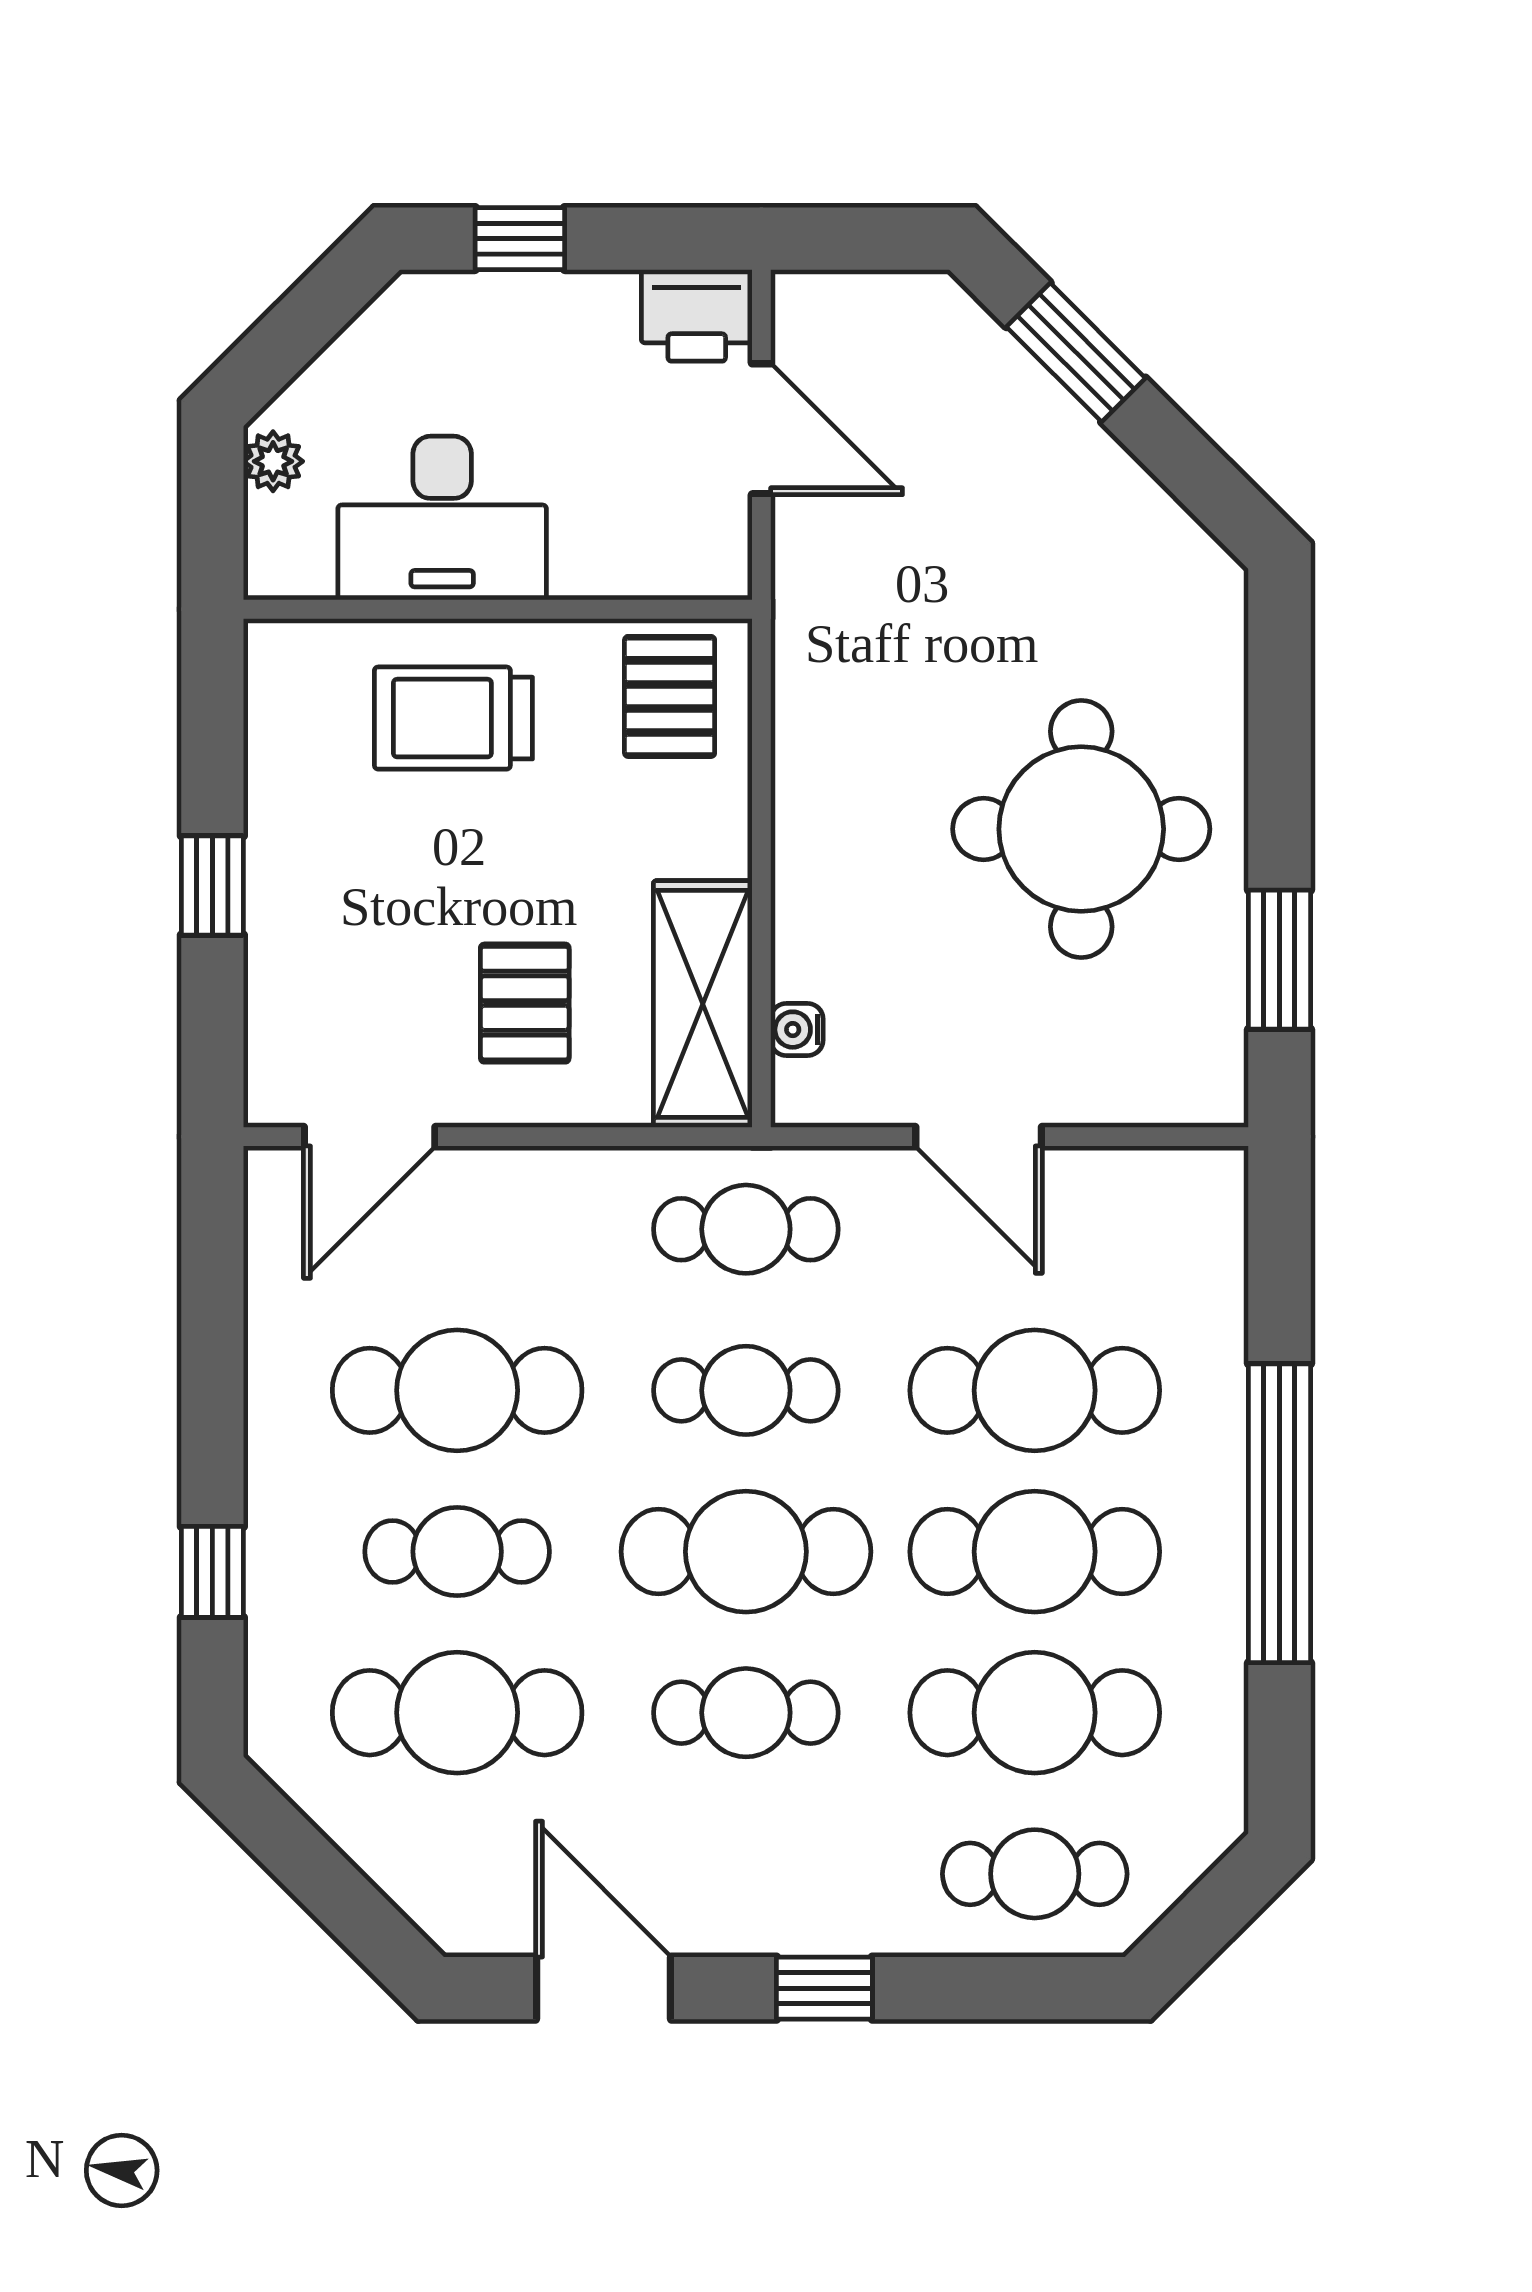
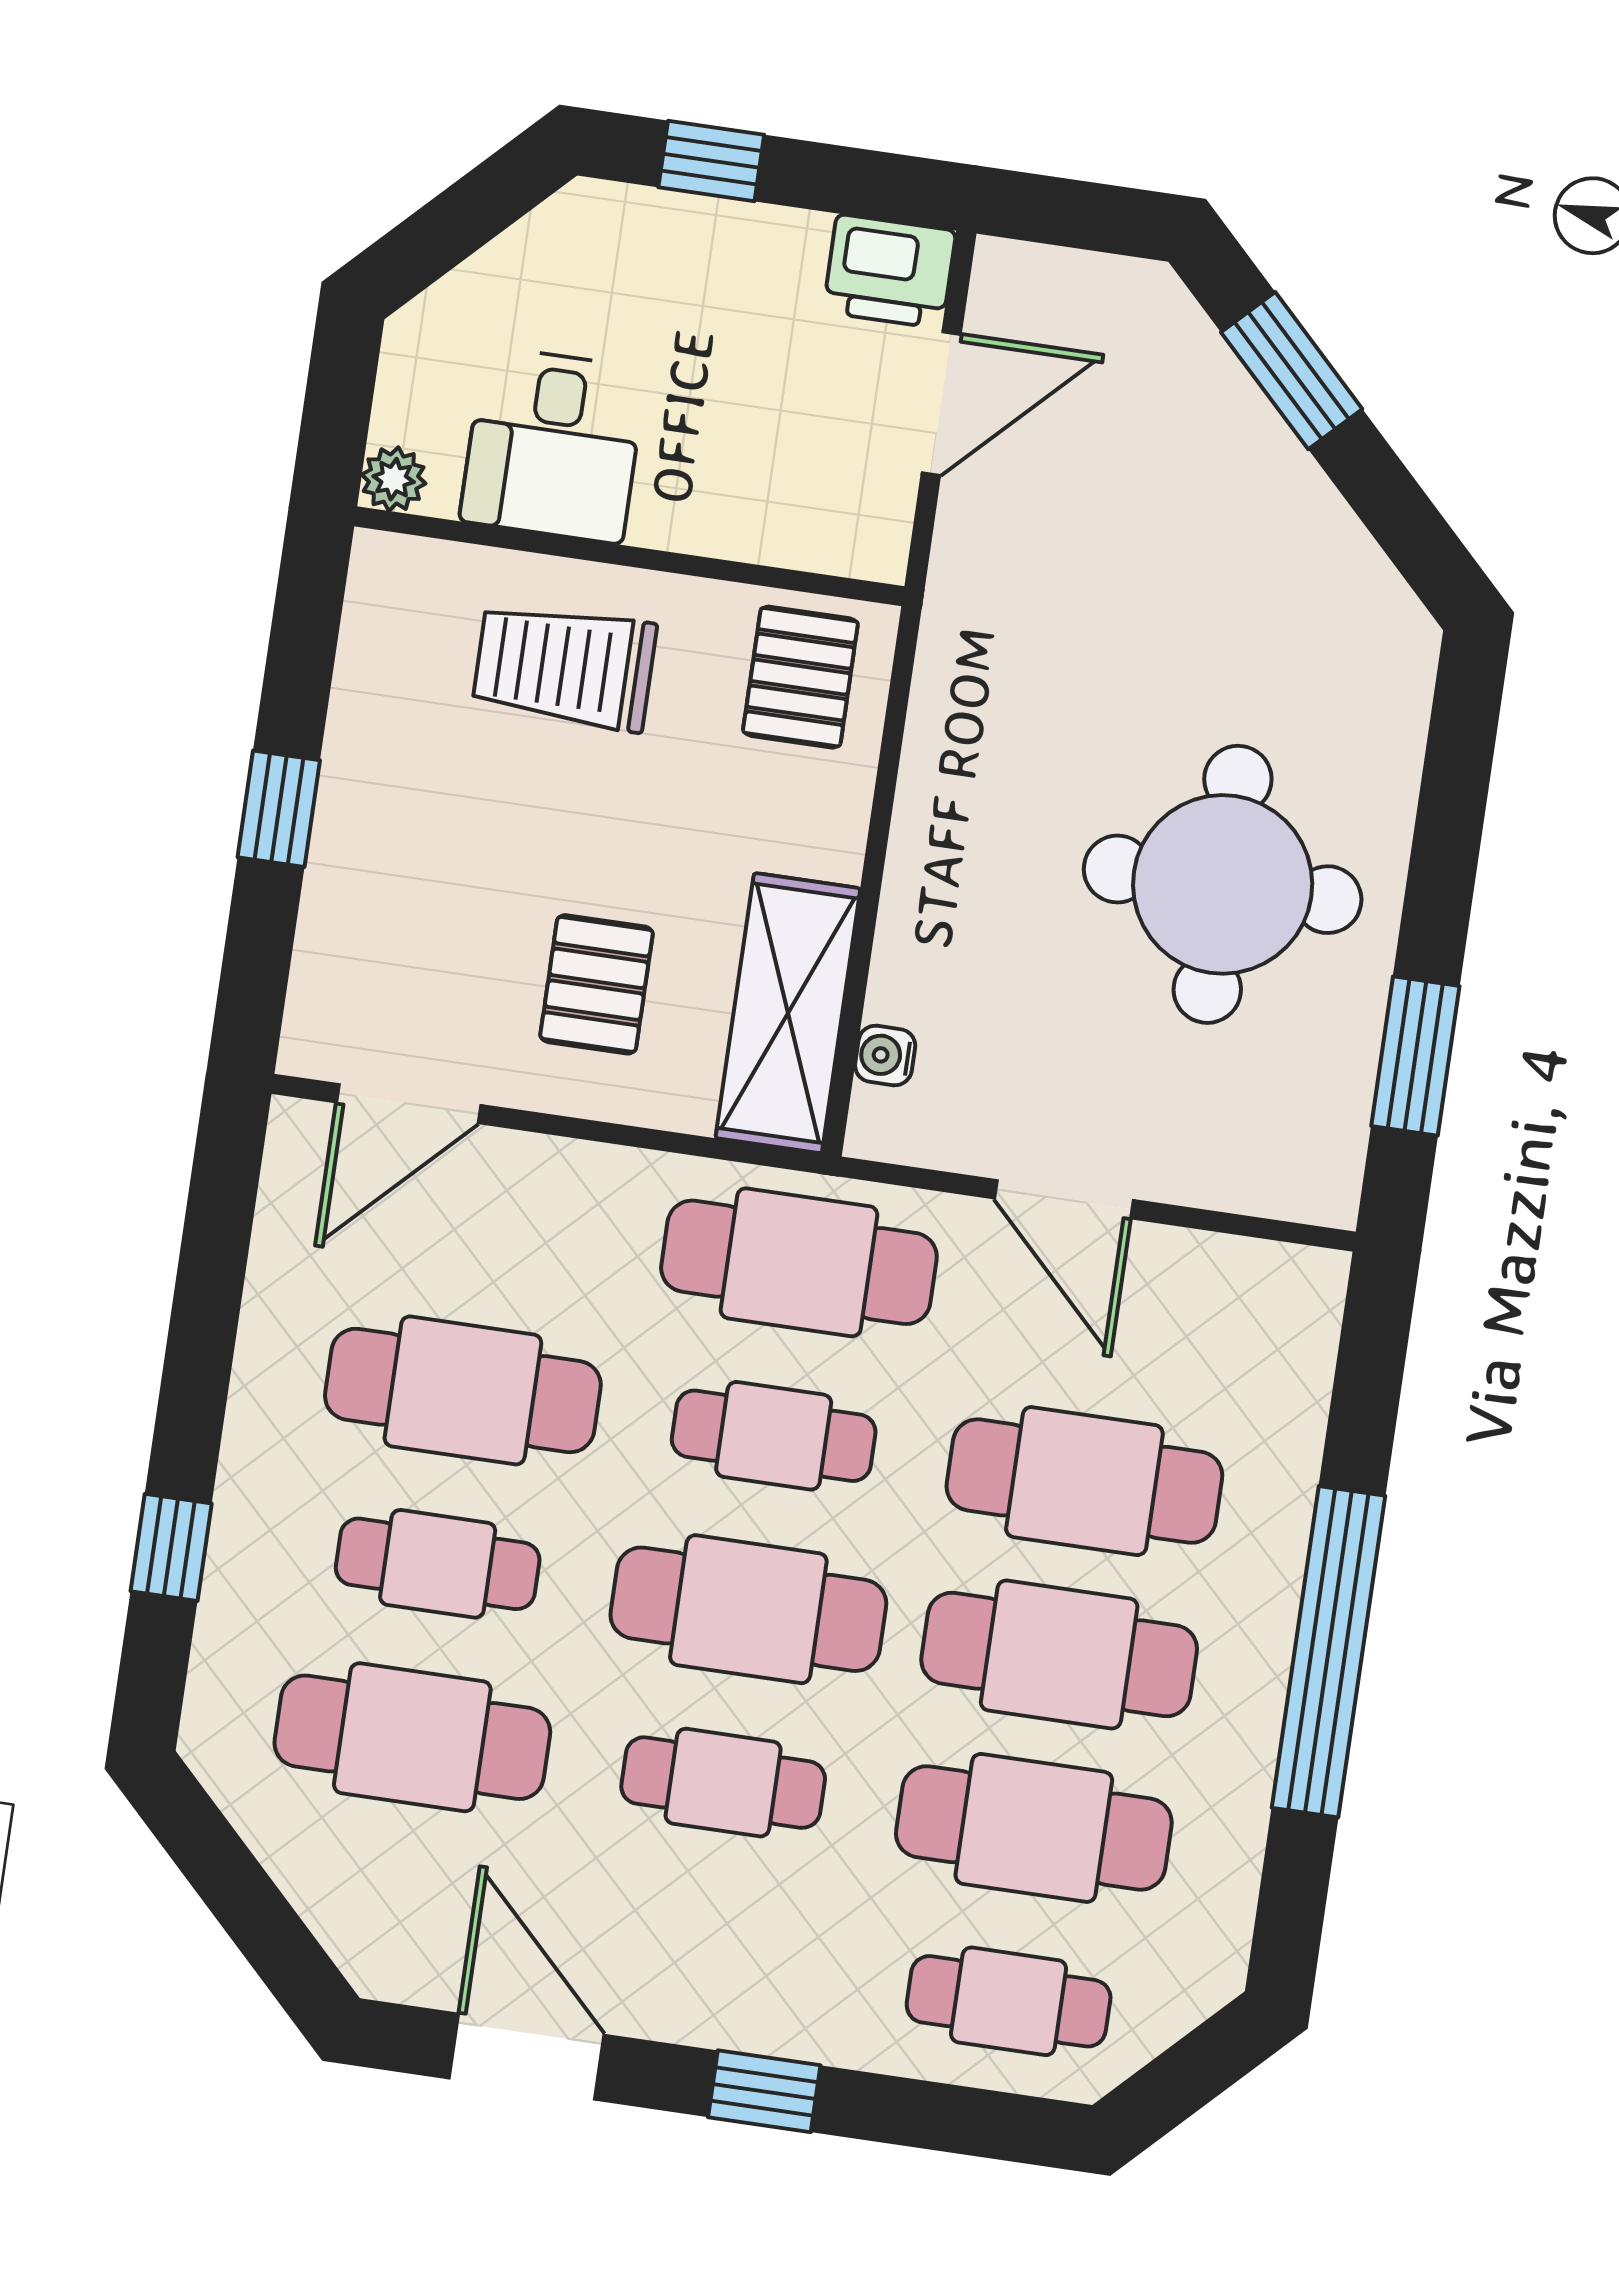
door: (761, 429) -> (941, 403), hinge flipped
plant: (273, 461) -> (394, 479), moved
desk: (442, 518) -> (553, 445), width x0.73
cafe table: (746, 1229) -> (799, 1262), width x1.37, depth x1.35

